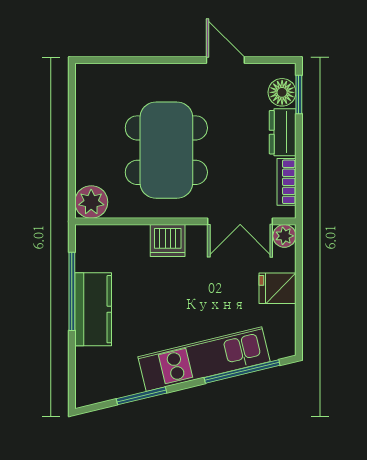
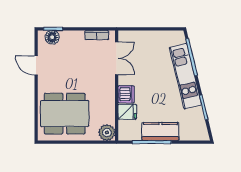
door: (225, 60) -> (36, 66), hinge flipped
dresser: (283, 132) -> (72, 37), removed
dining table: (166, 150) -> (65, 114), moved
plant: (284, 236) -> (124, 36), removed
fridge: (278, 288) -> (127, 112), moved, turned -90

